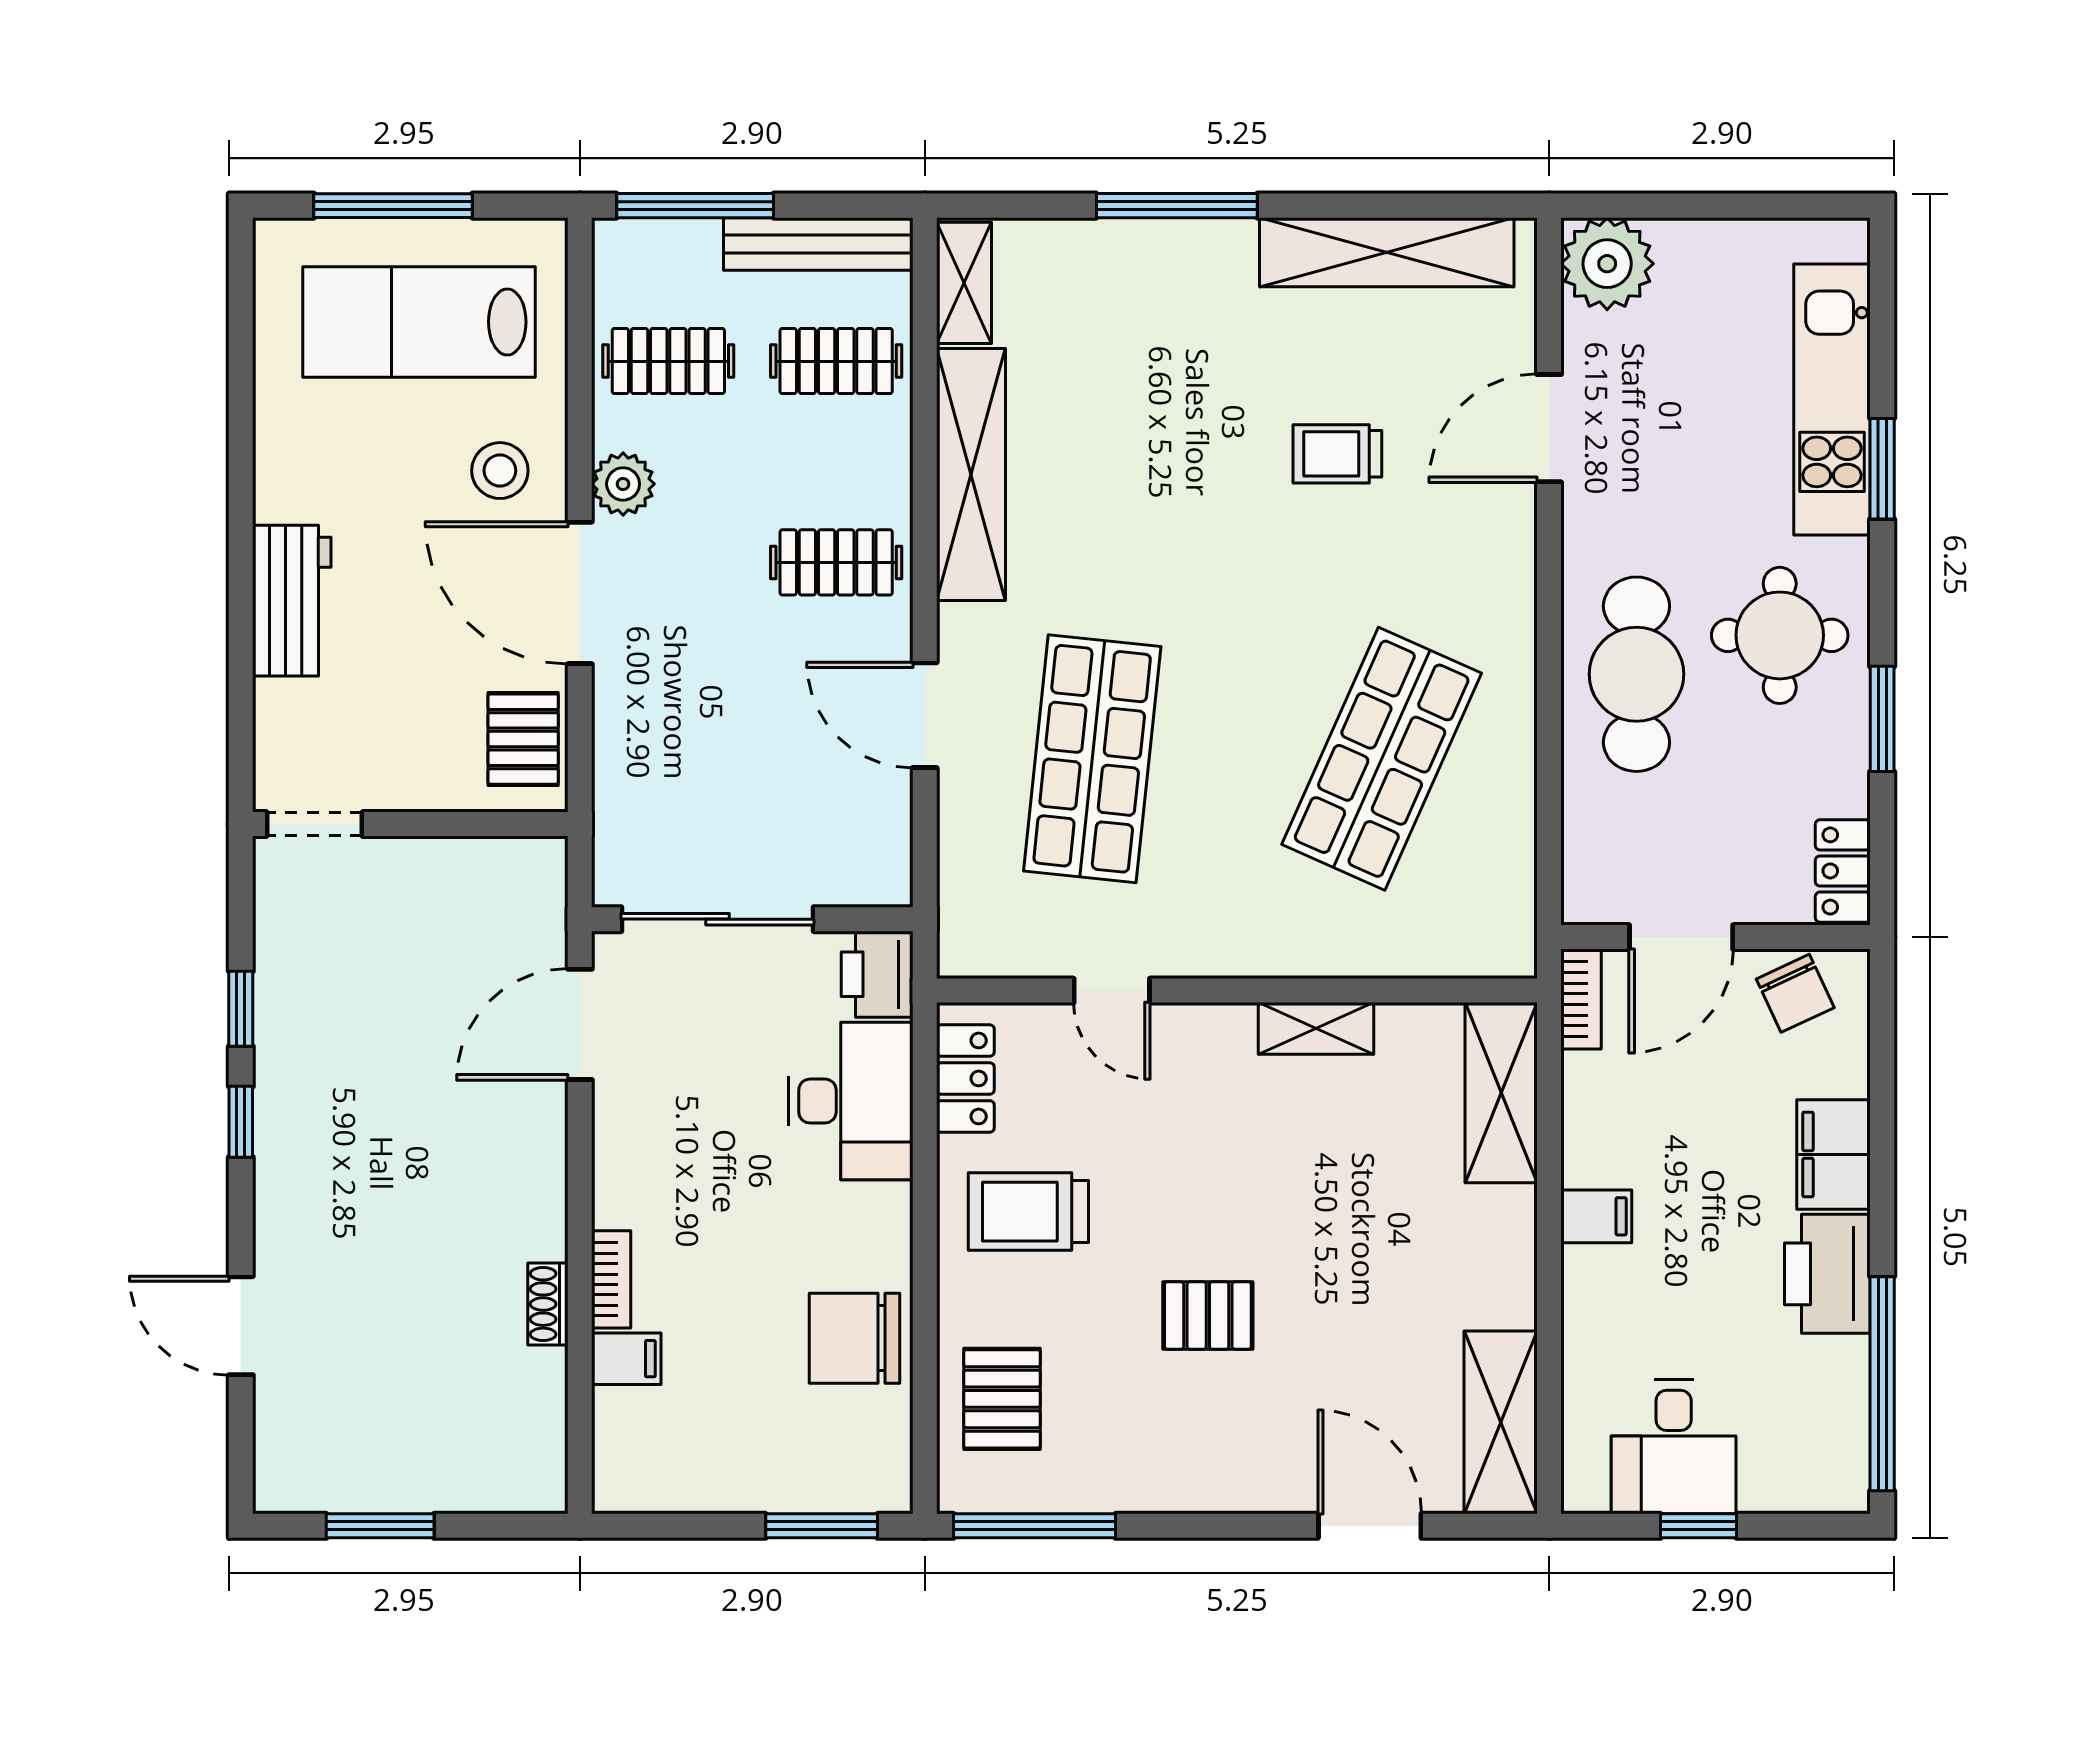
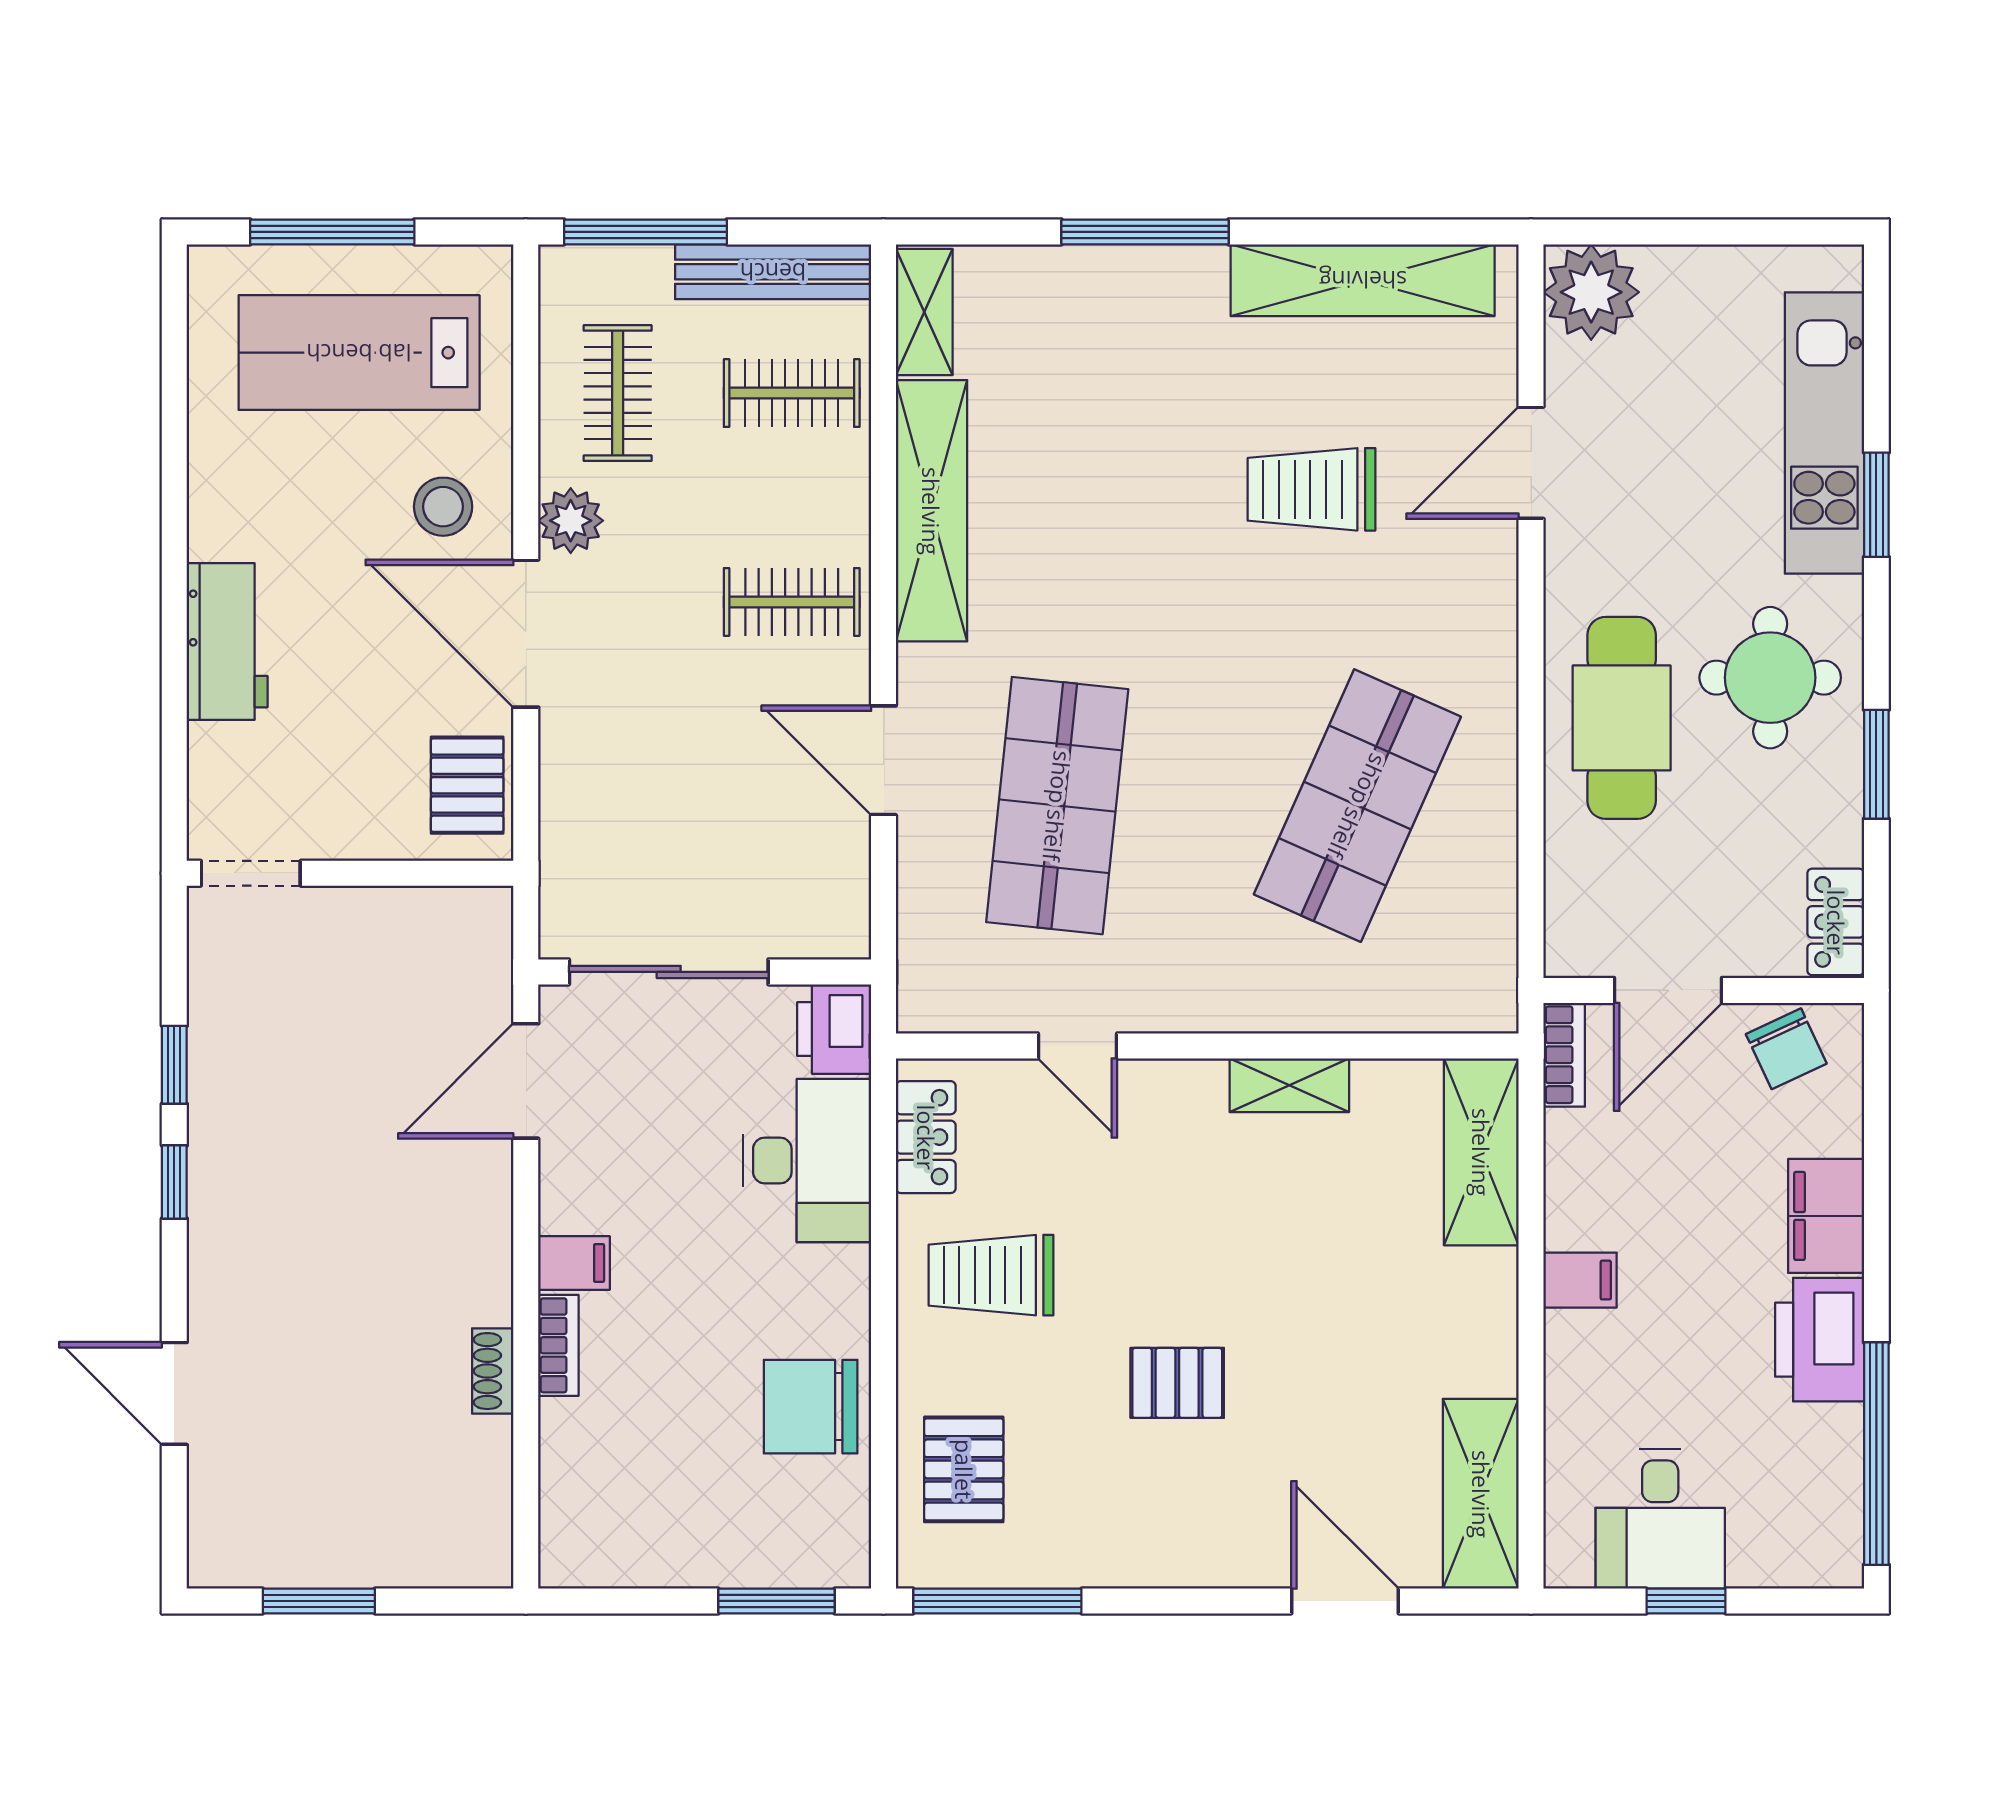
clothes rail: (668, 361) -> (618, 393), turned 90
trolley: (1337, 454) -> (1311, 489), width x1.36, depth x1.39
filing cabinet: (626, 1359) -> (574, 1263), moved

